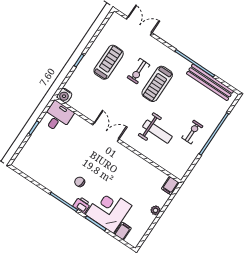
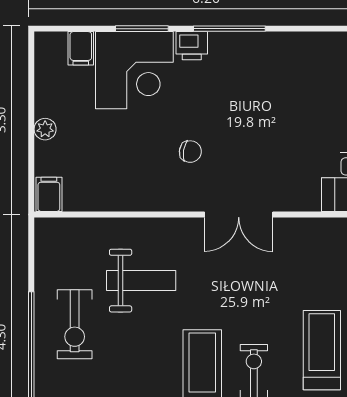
treadmill: (109, 62) -> (322, 350), turned 180
weight bench: (157, 132) -> (141, 281), turned 180
exercise bike: (192, 132) -> (75, 324), width x1.38, depth x1.39
chair: (80, 182) -> (190, 152), moved

